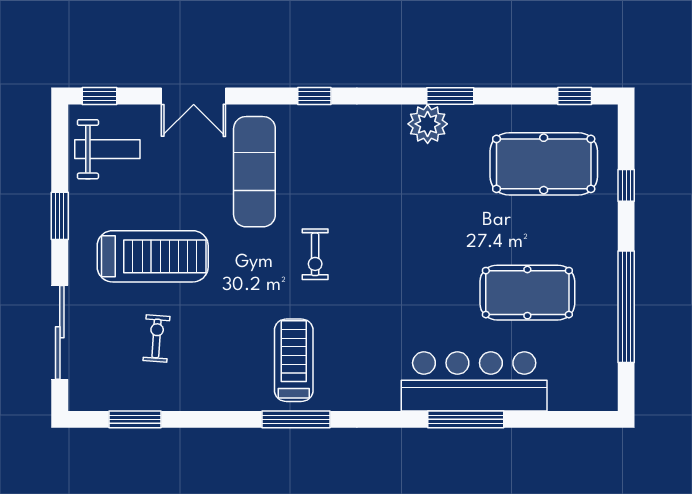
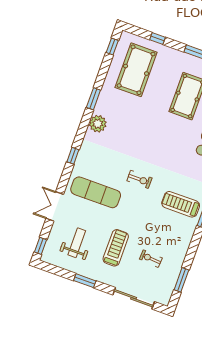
double door: (194, 96) -> (55, 206), swing flipped
plant: (428, 124) -> (98, 124), moved
weight bench: (107, 149) -> (77, 243), moved
treadmill: (153, 256) -> (116, 248), width x0.73, depth x0.73

